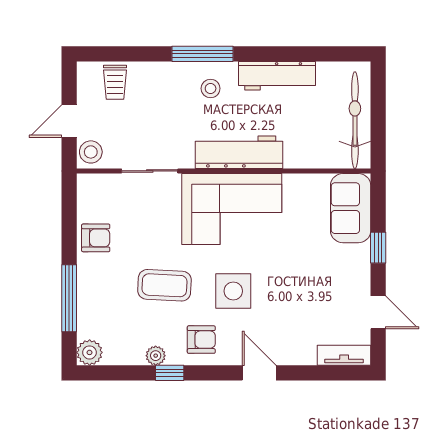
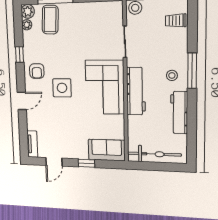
armchair: (96, 238) -> (88, 13), removed
coffee table: (164, 285) -> (50, 20), moved
plant: (156, 356) -> (27, 25), moved

